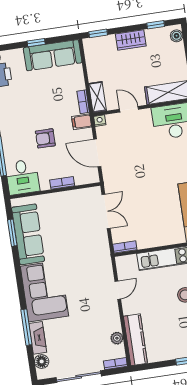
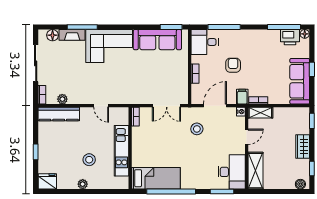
stool: (129, 171) -> (197, 129), added
window: (12, 233) -> (171, 27), moved

